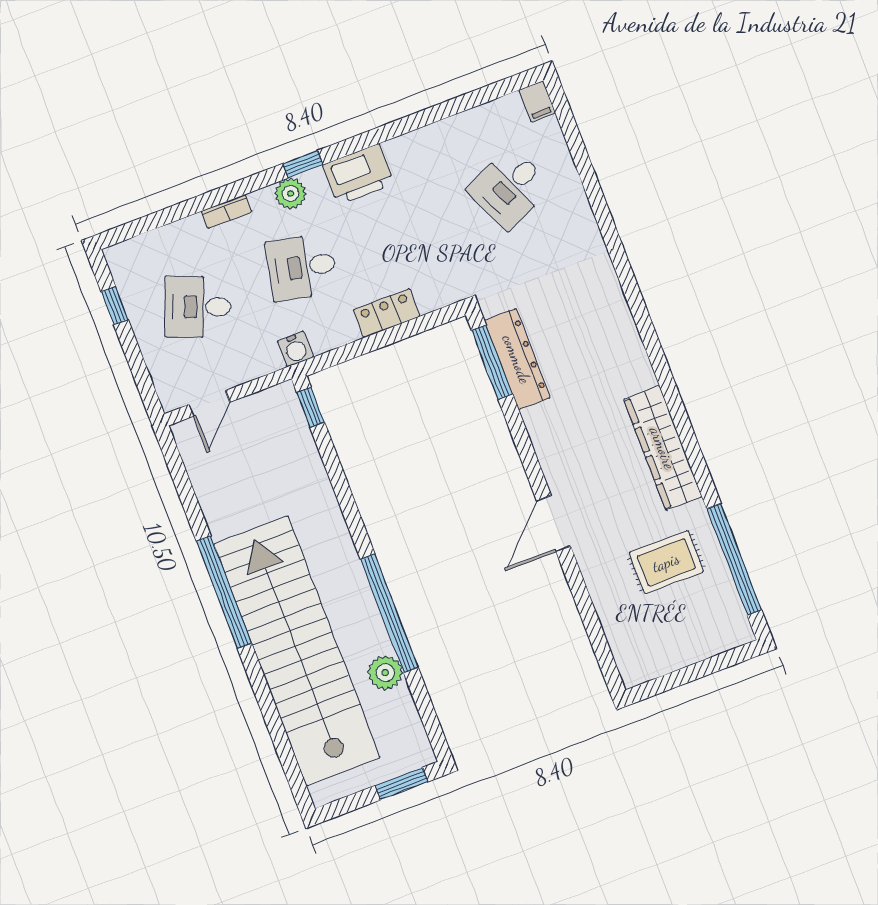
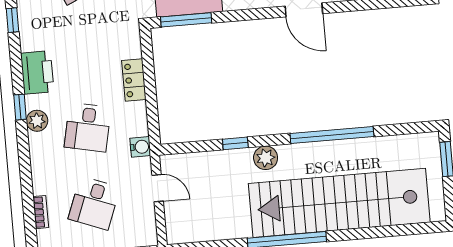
window: (422, 119) -> (13, 20), added
bookcase: (227, 211) -> (41, 212), moved
door: (209, 403) -> (158, 188), moved
window: (311, 407) -> (235, 143), moved
plant: (385, 673) -> (266, 158), moved

